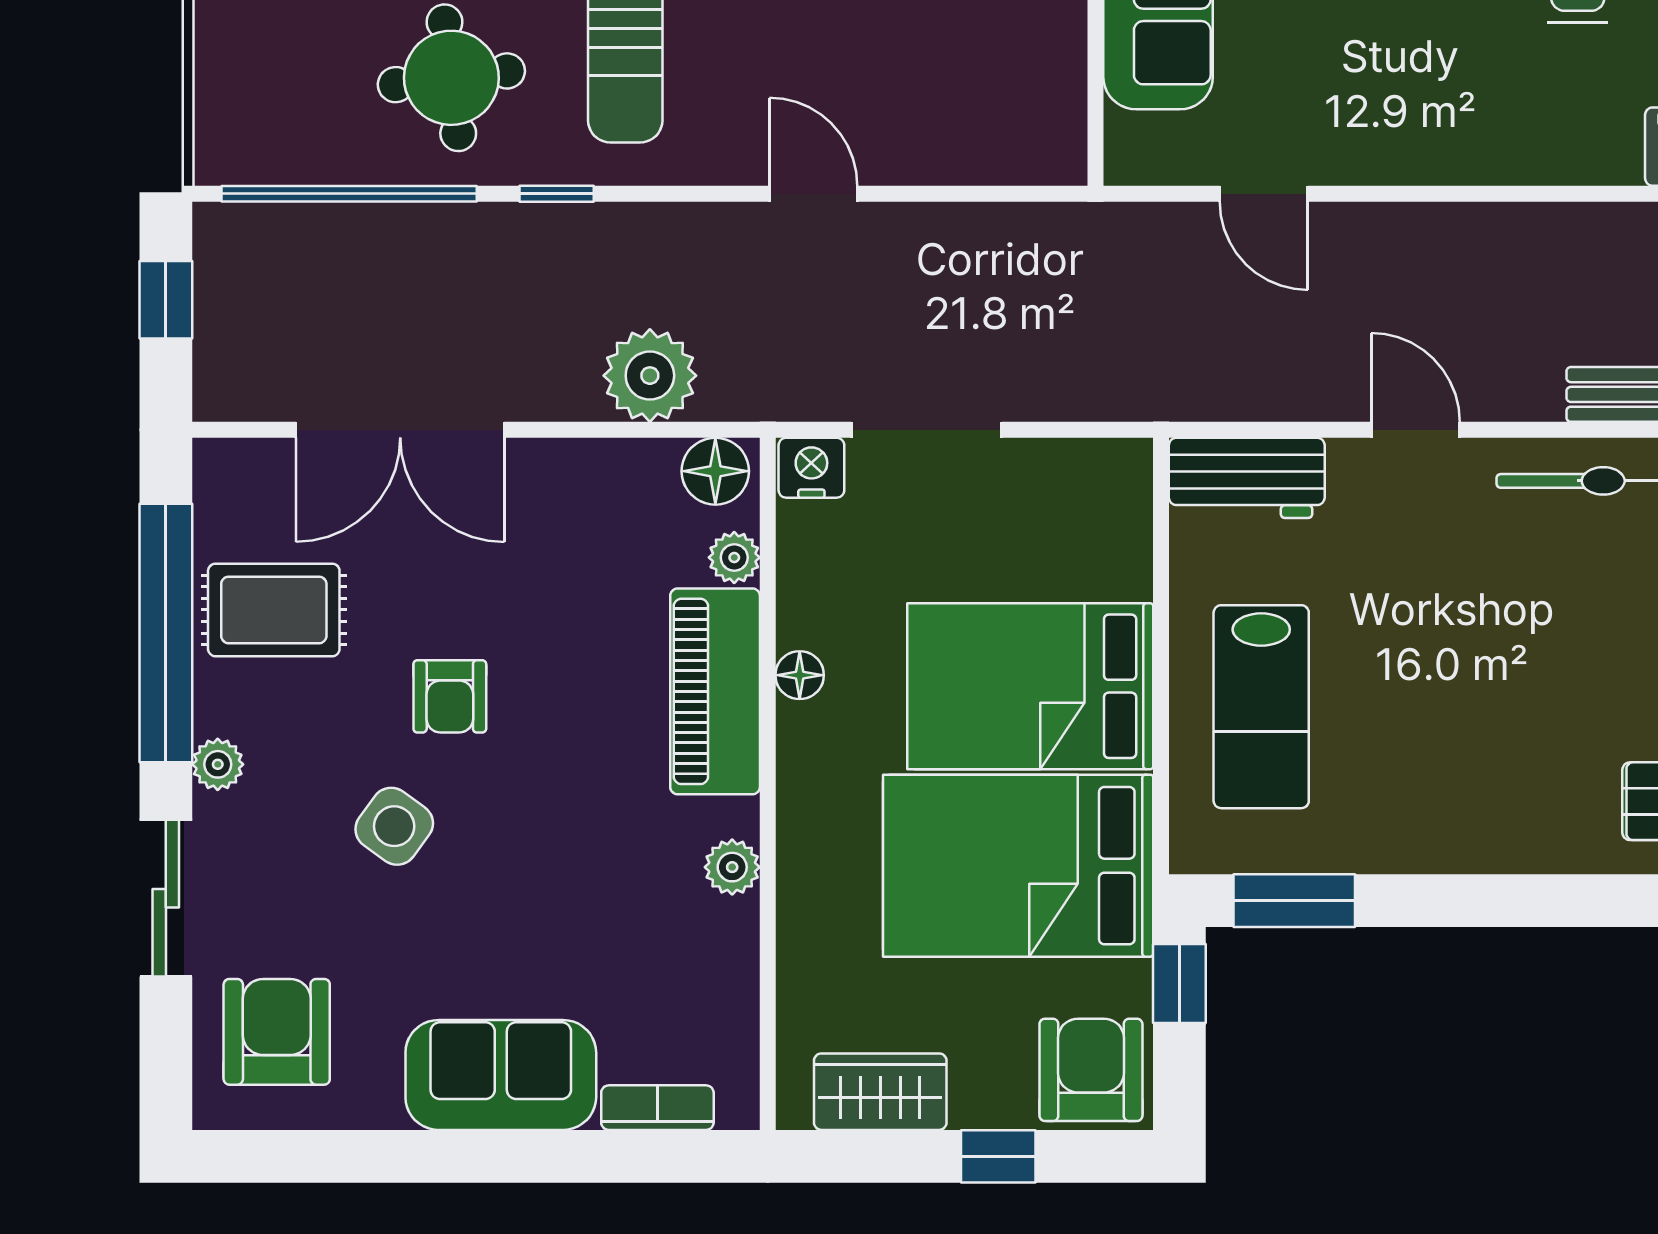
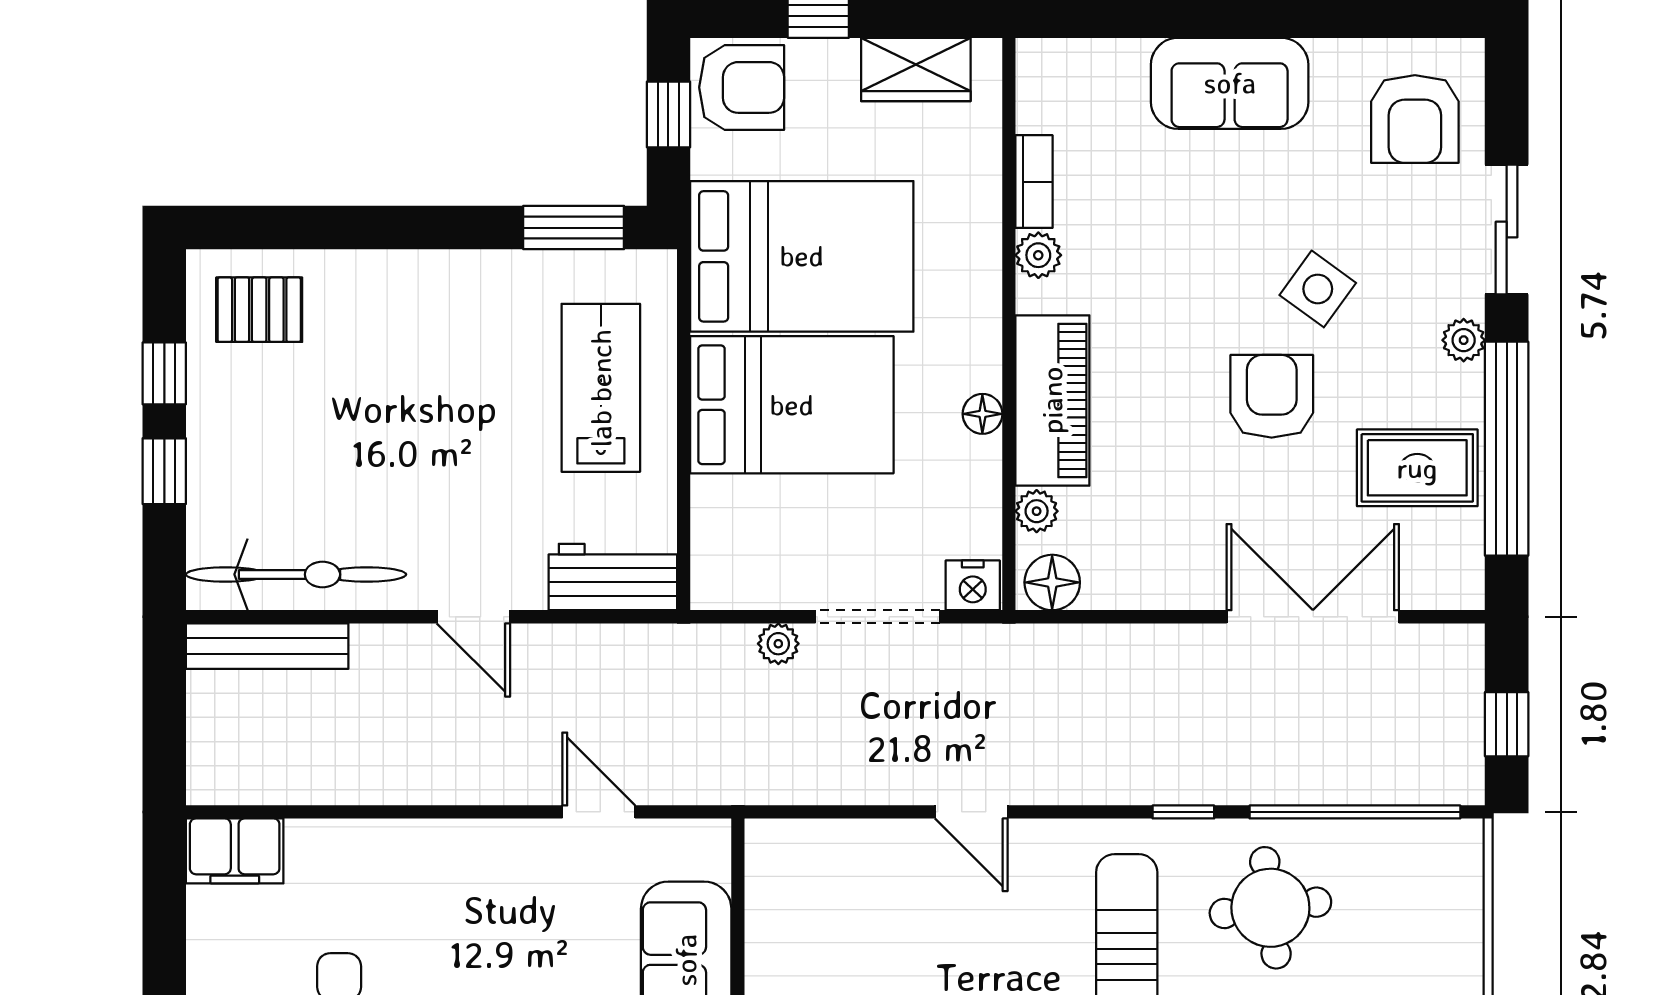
plant: (650, 376) -> (778, 644), moved, width x0.53, depth x0.53
armchair: (450, 696) -> (1272, 396), width x1.38, depth x1.38
window: (1179, 984) -> (668, 115), moved
armchair: (1091, 1070) -> (742, 87), turned -90
bookcase: (657, 1108) -> (1034, 182), moved, turned -90

